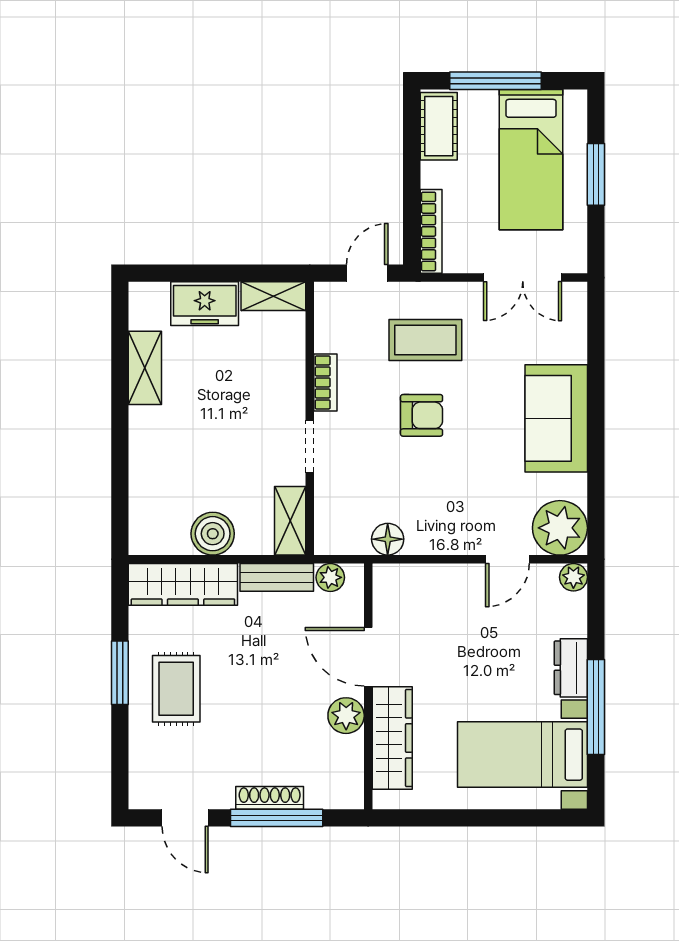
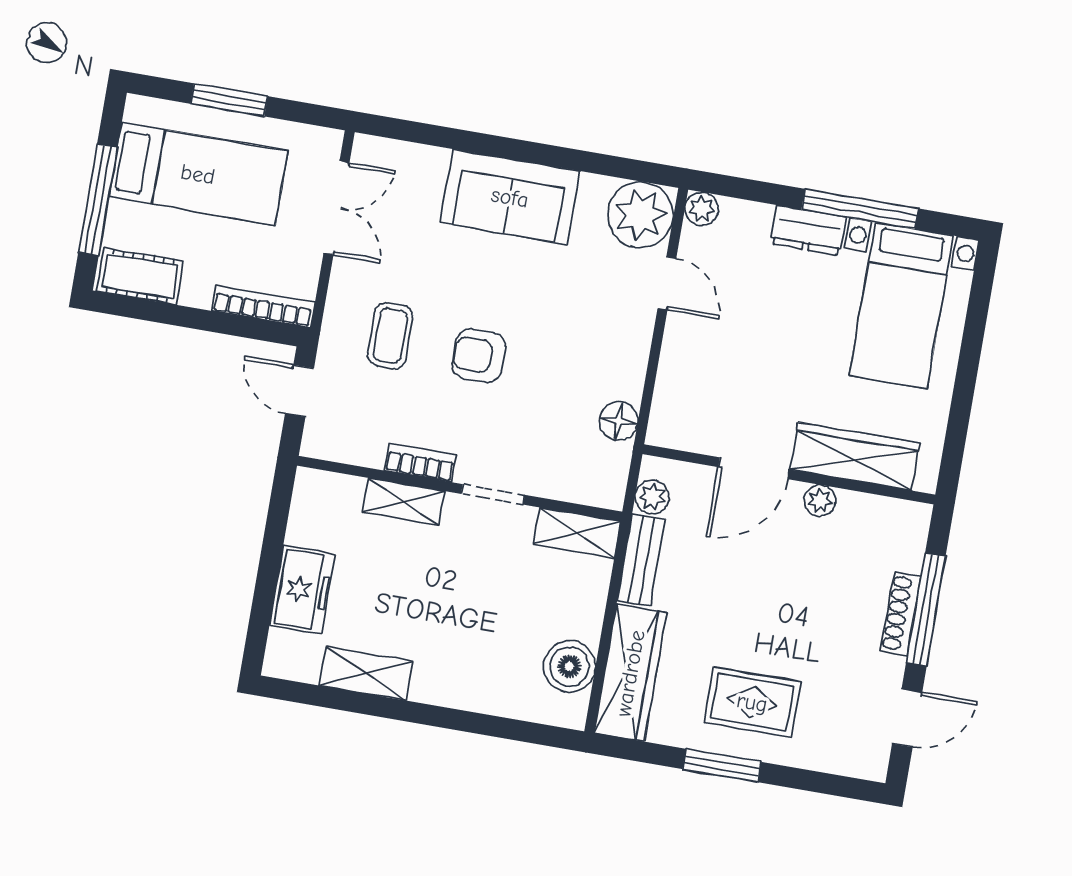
shelving: (273, 296) -> (404, 502), moved, turned 90
coffee table: (425, 340) -> (390, 336), width x0.73, depth x0.77
armchair: (422, 415) -> (479, 356), turned -90
boiler: (213, 534) -> (569, 666), moved
plant: (346, 716) -> (820, 501), width x0.73, depth x0.73

